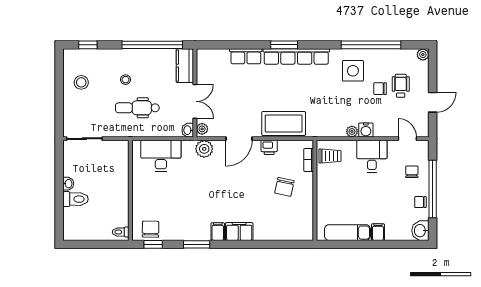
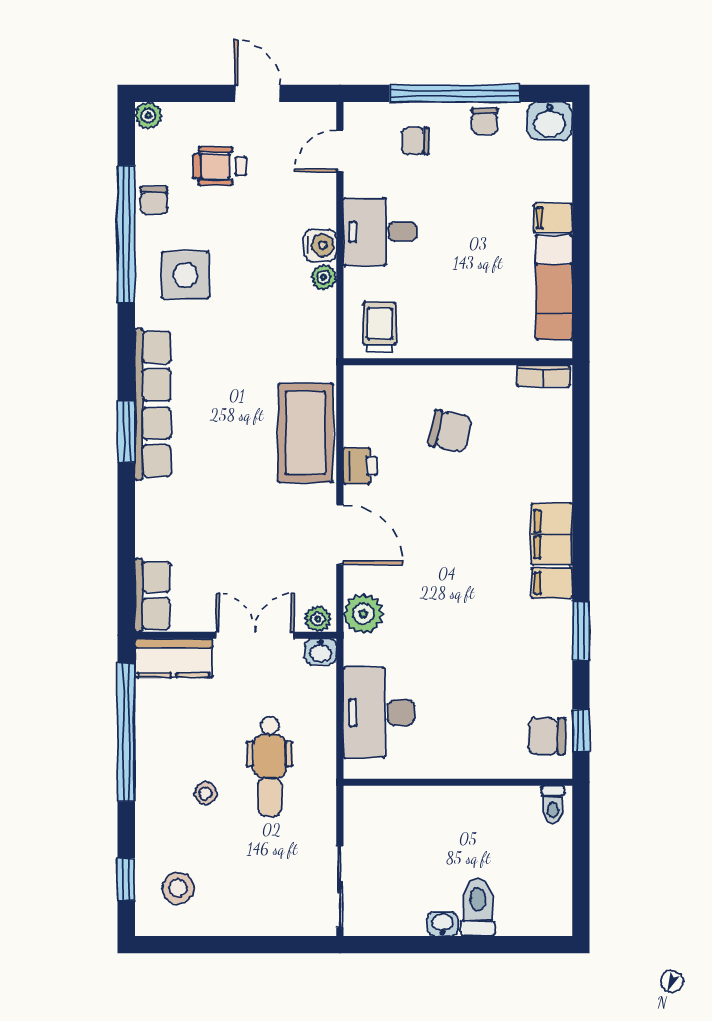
row of seats: (246, 56) -> (152, 595), moved
stool: (81, 82) -> (178, 888), moved
chair: (380, 89) -> (154, 200), moved
bookcase: (309, 160) -> (543, 376), moved

